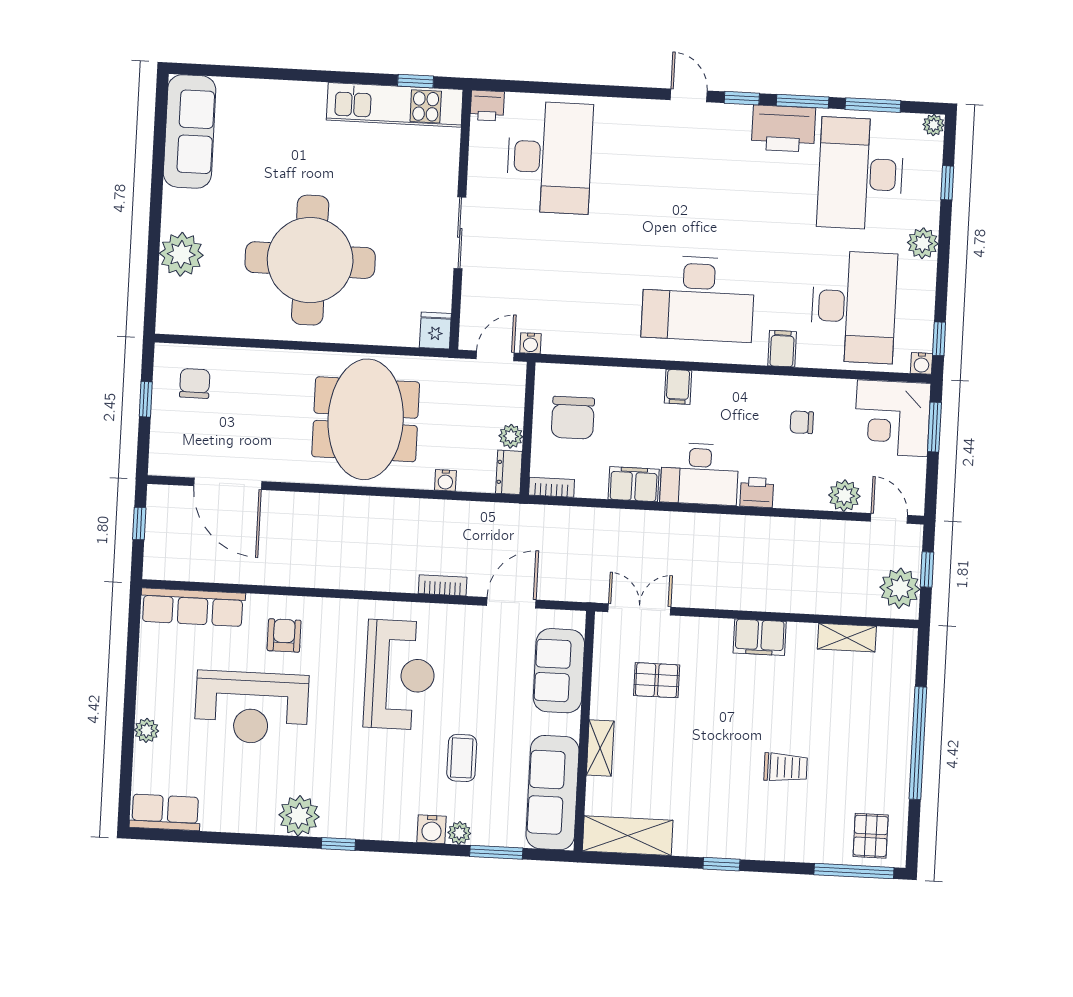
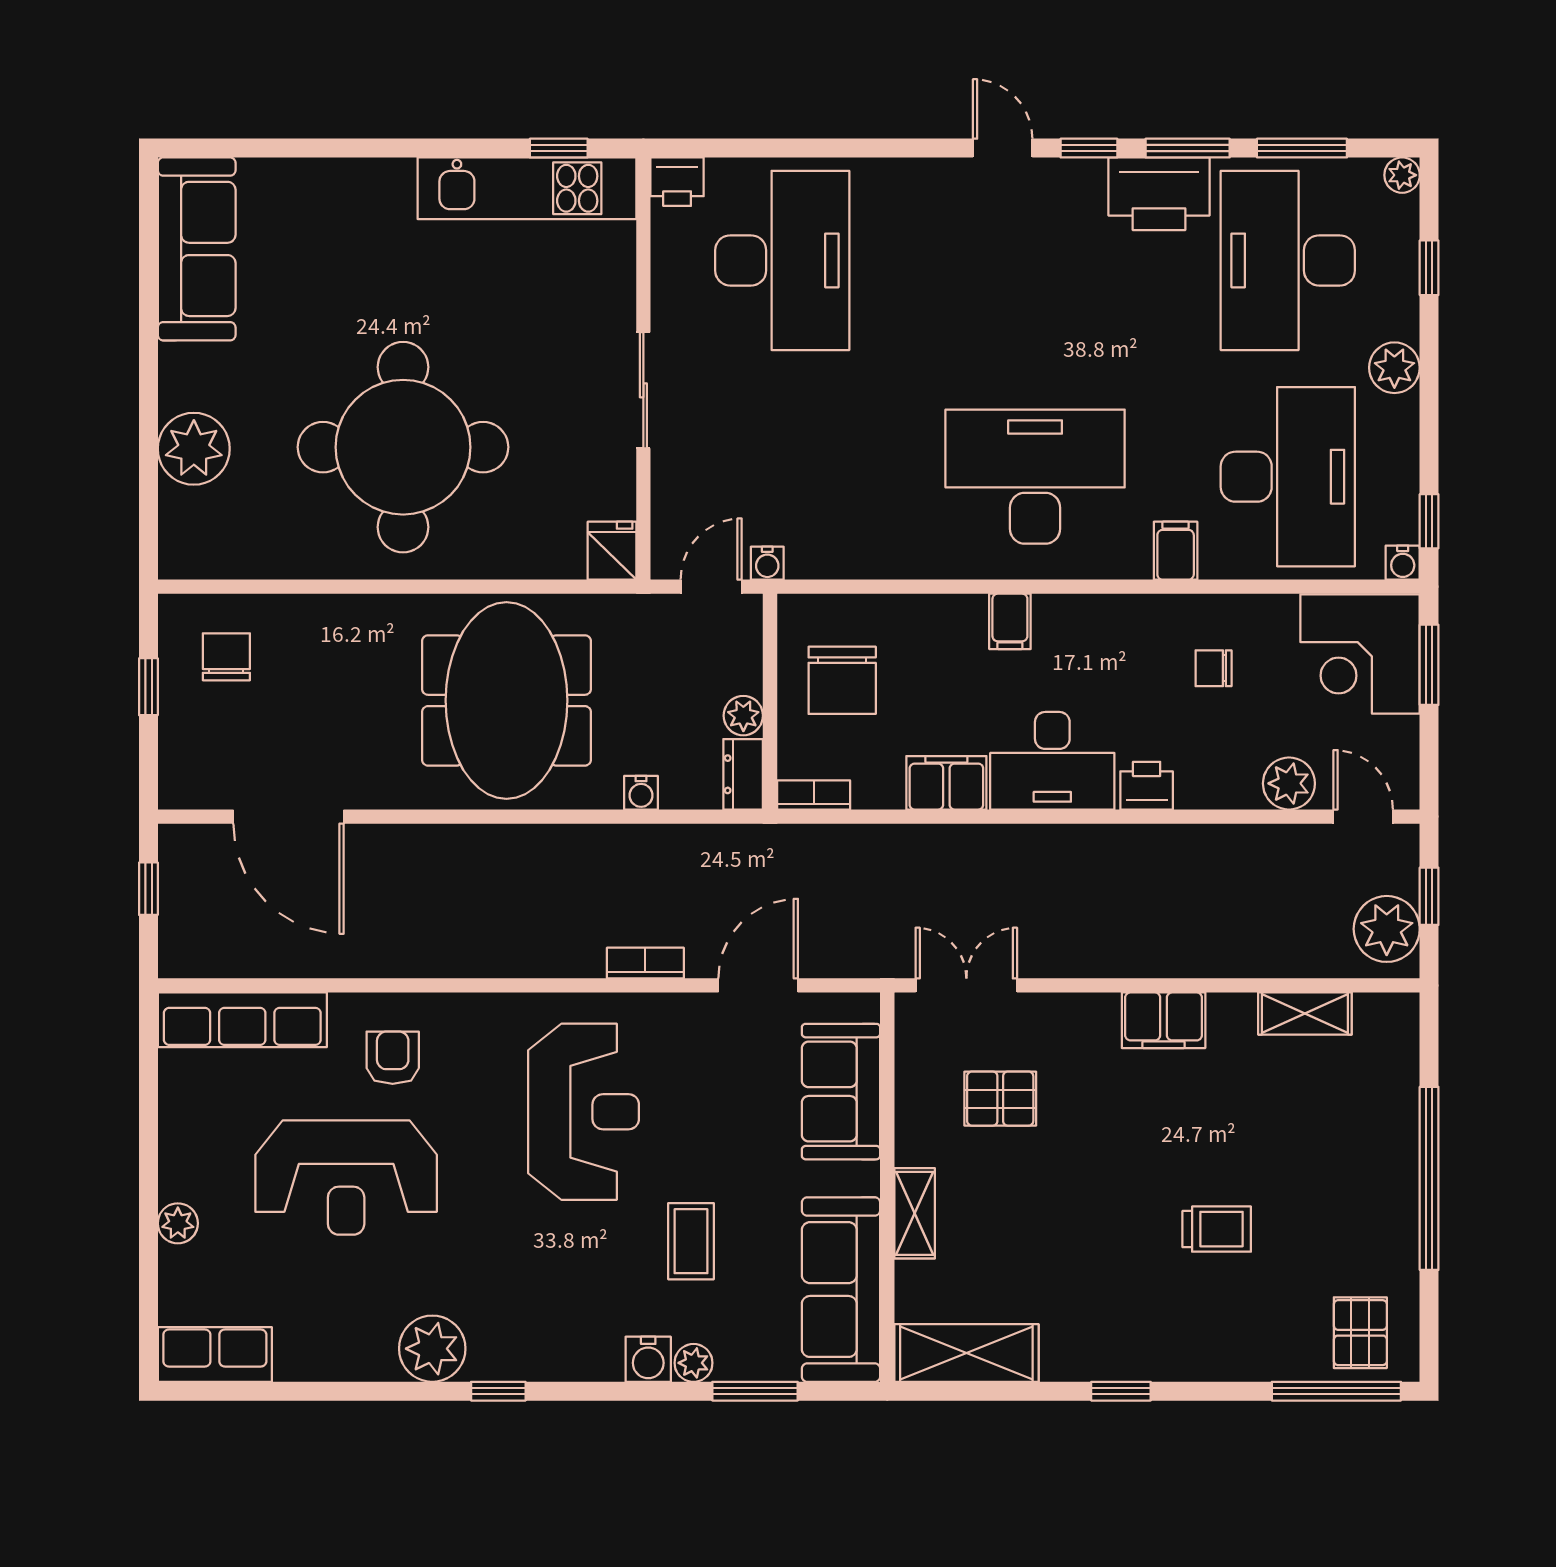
desk: (698, 299) -> (1035, 477), turned 180

